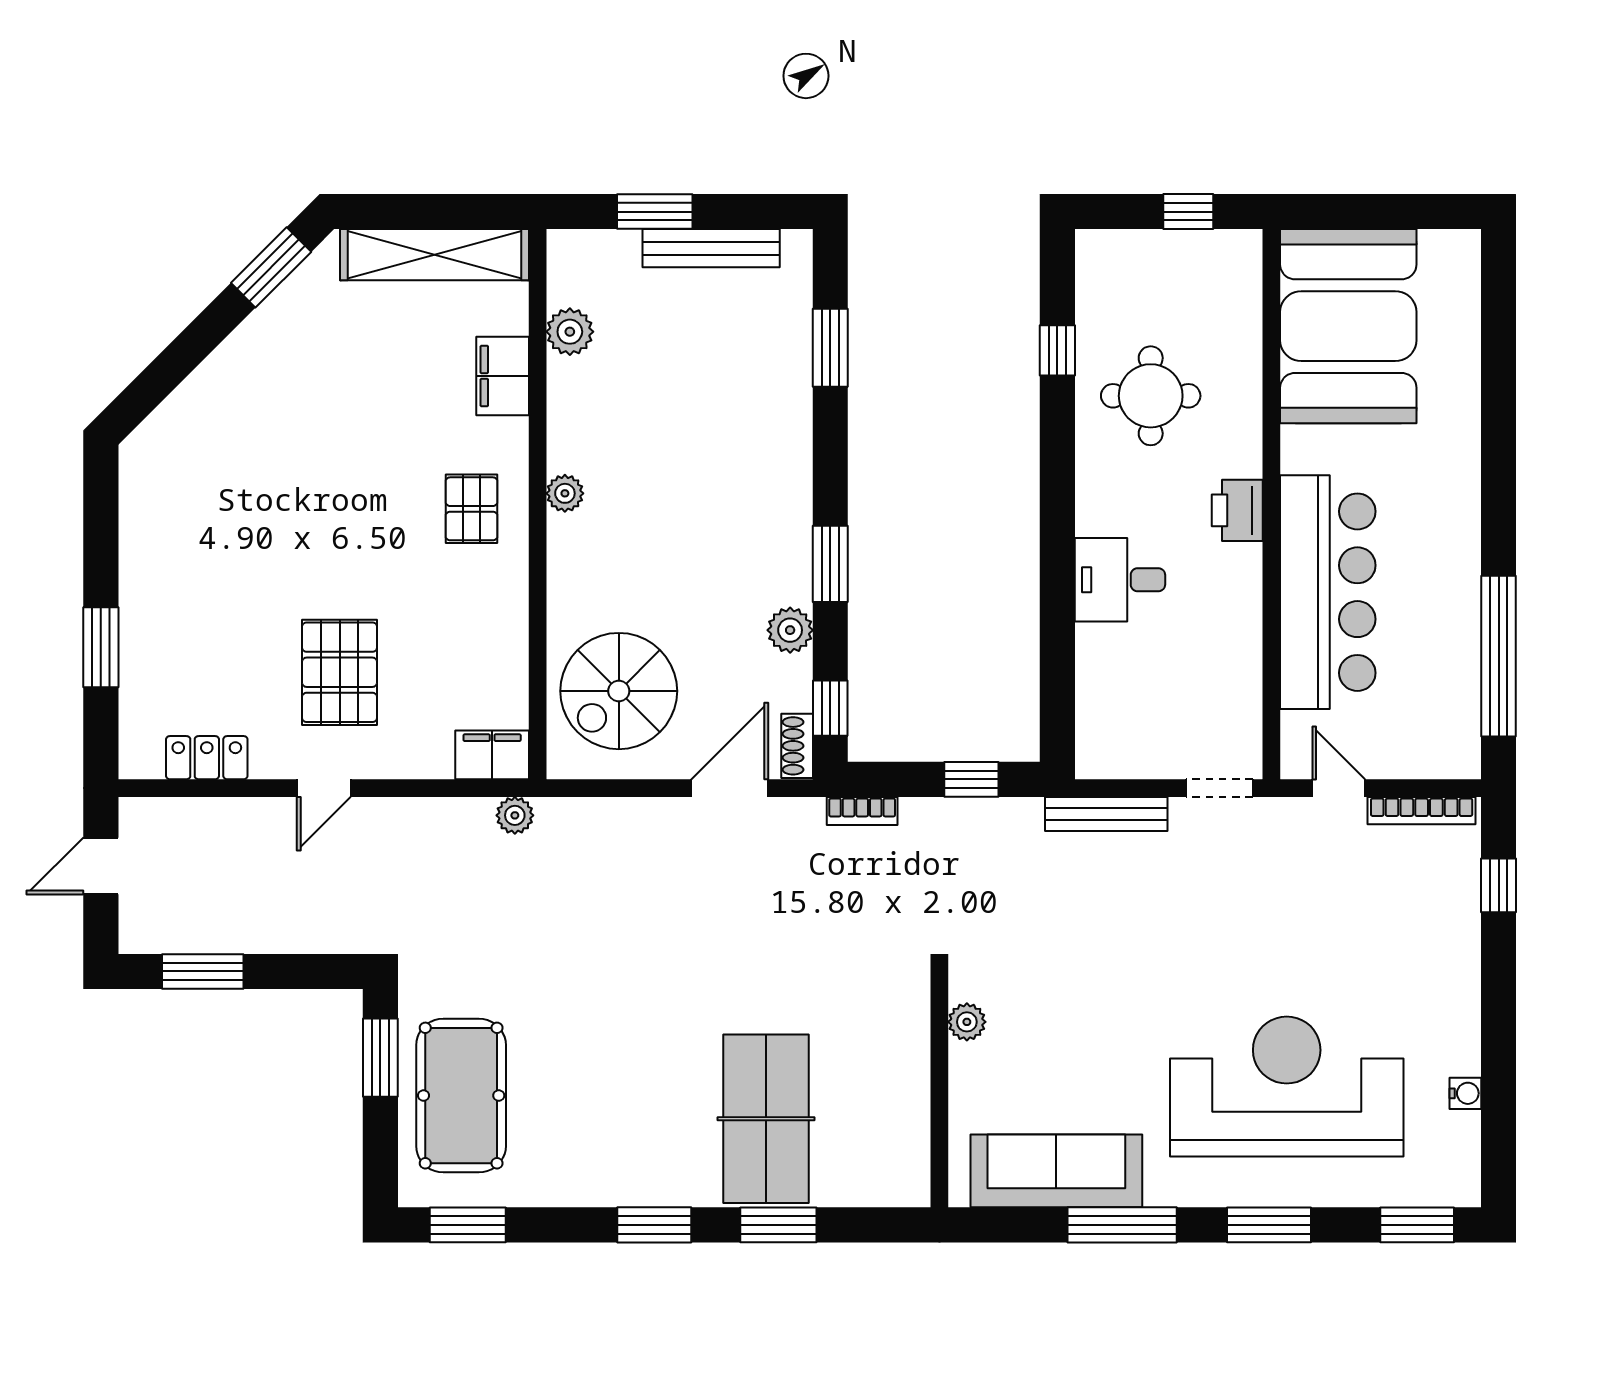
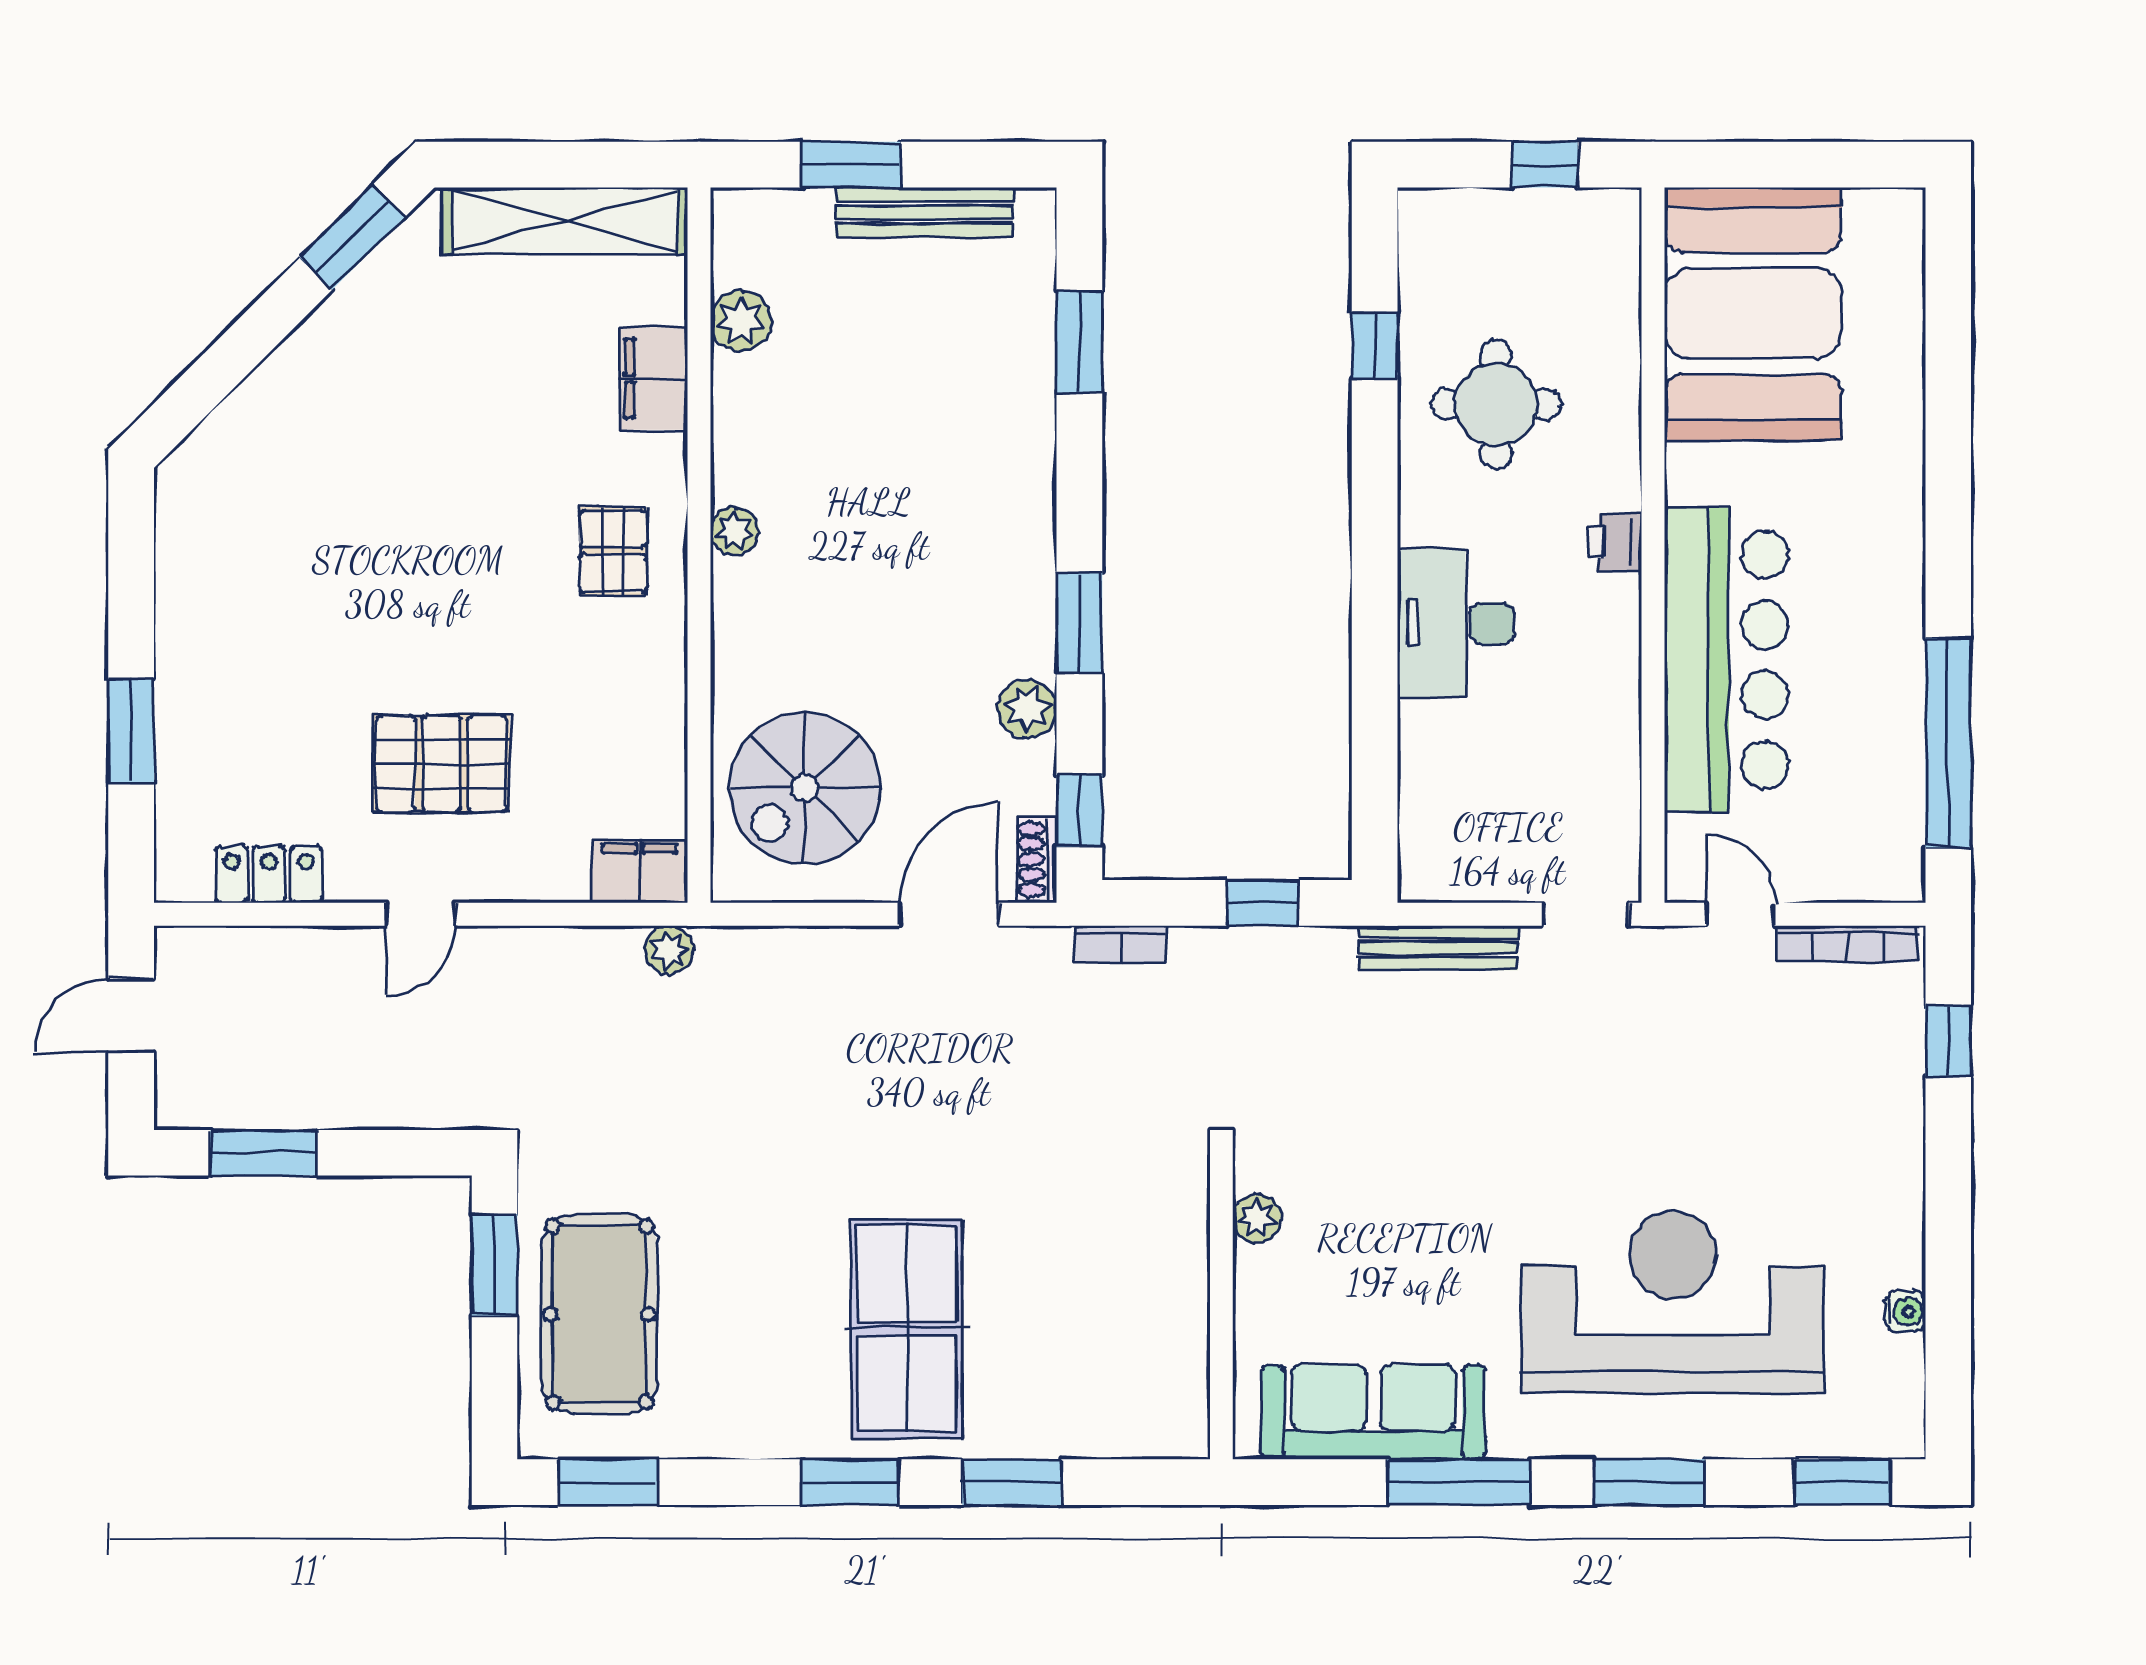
printer: (1237, 510) -> (1615, 543), width x0.73, depth x0.81
desk: (1120, 580) -> (1456, 623), width x1.37
pallet: (340, 672) -> (441, 764), turned 90
table tennis table: (766, 1119) -> (907, 1328), moved

